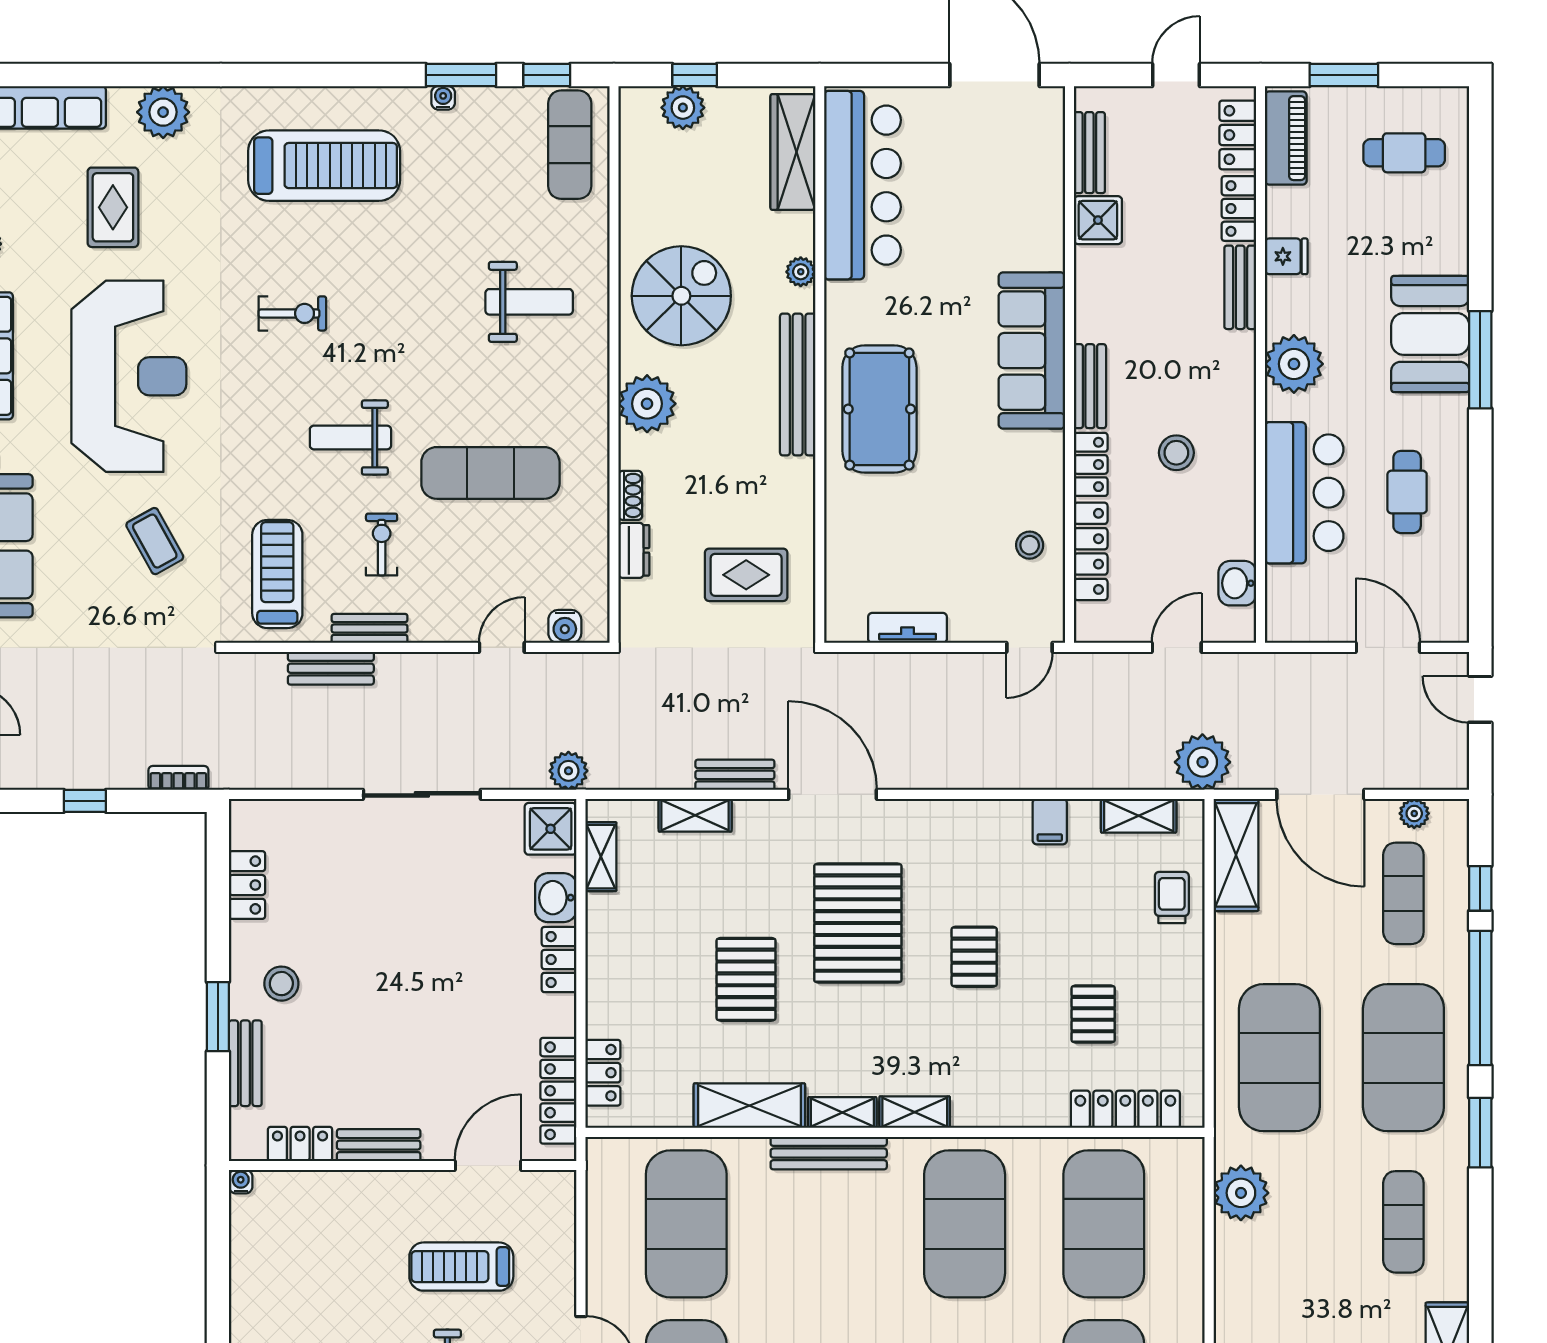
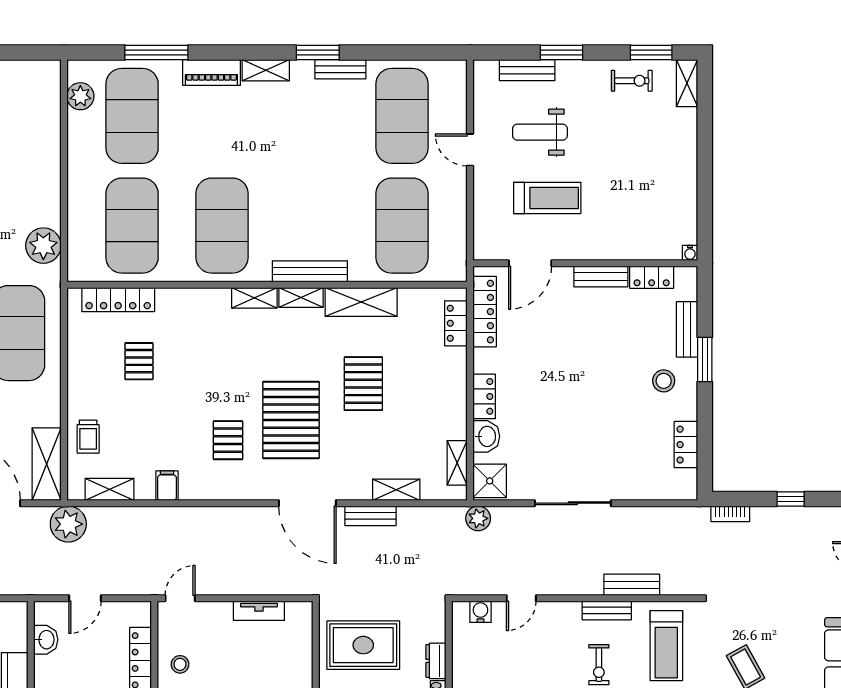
rug: (746, 575) -> (363, 645), width x1.36, depth x1.43
pallet: (974, 957) -> (228, 440), moved

